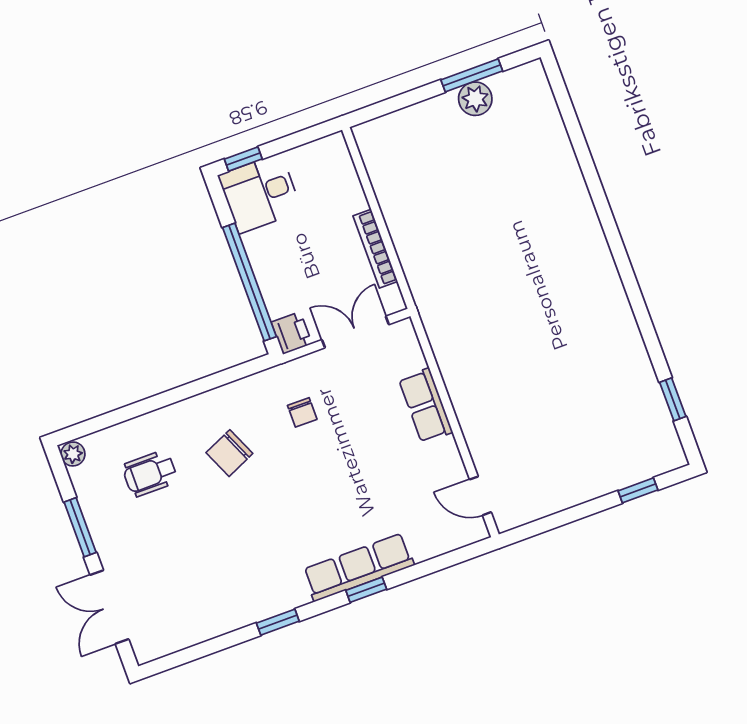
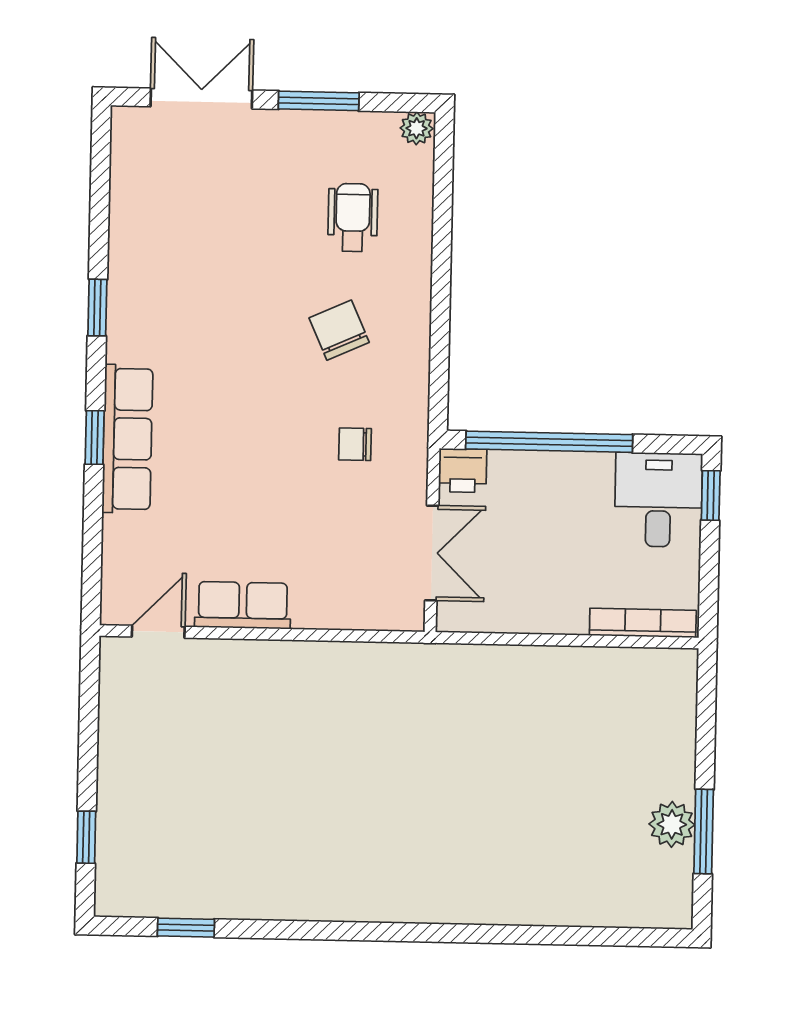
bookcase: (375, 249) -> (643, 623), moved
row of seats: (426, 406) -> (243, 605), moved

